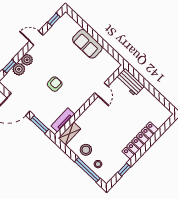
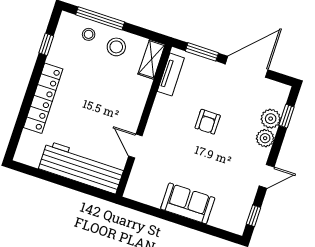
workbench: (130, 82) -> (82, 167), width x1.88, depth x1.32

